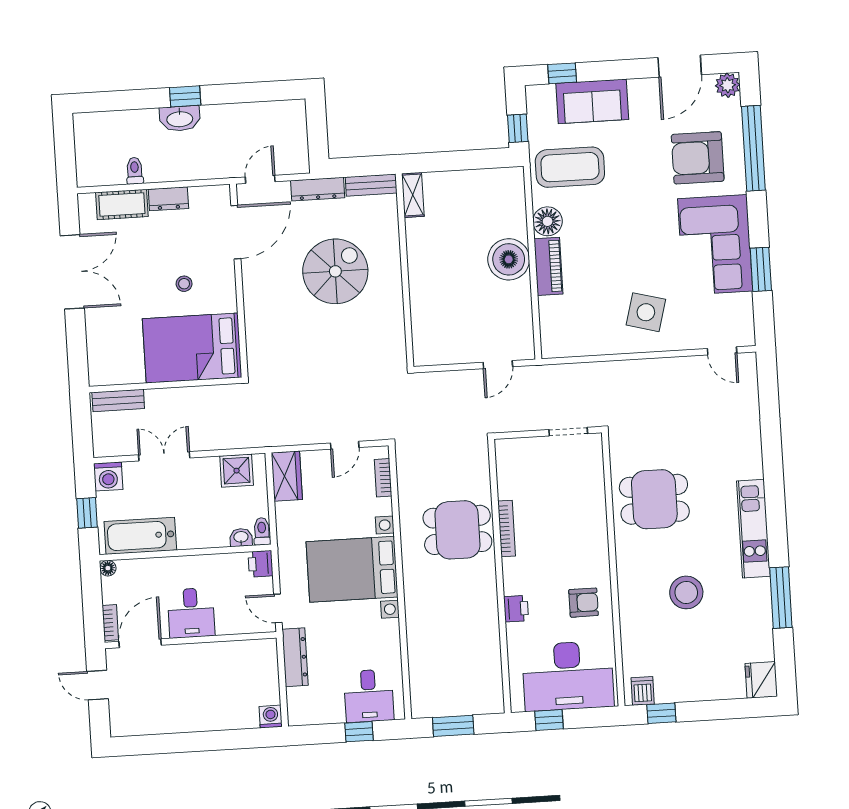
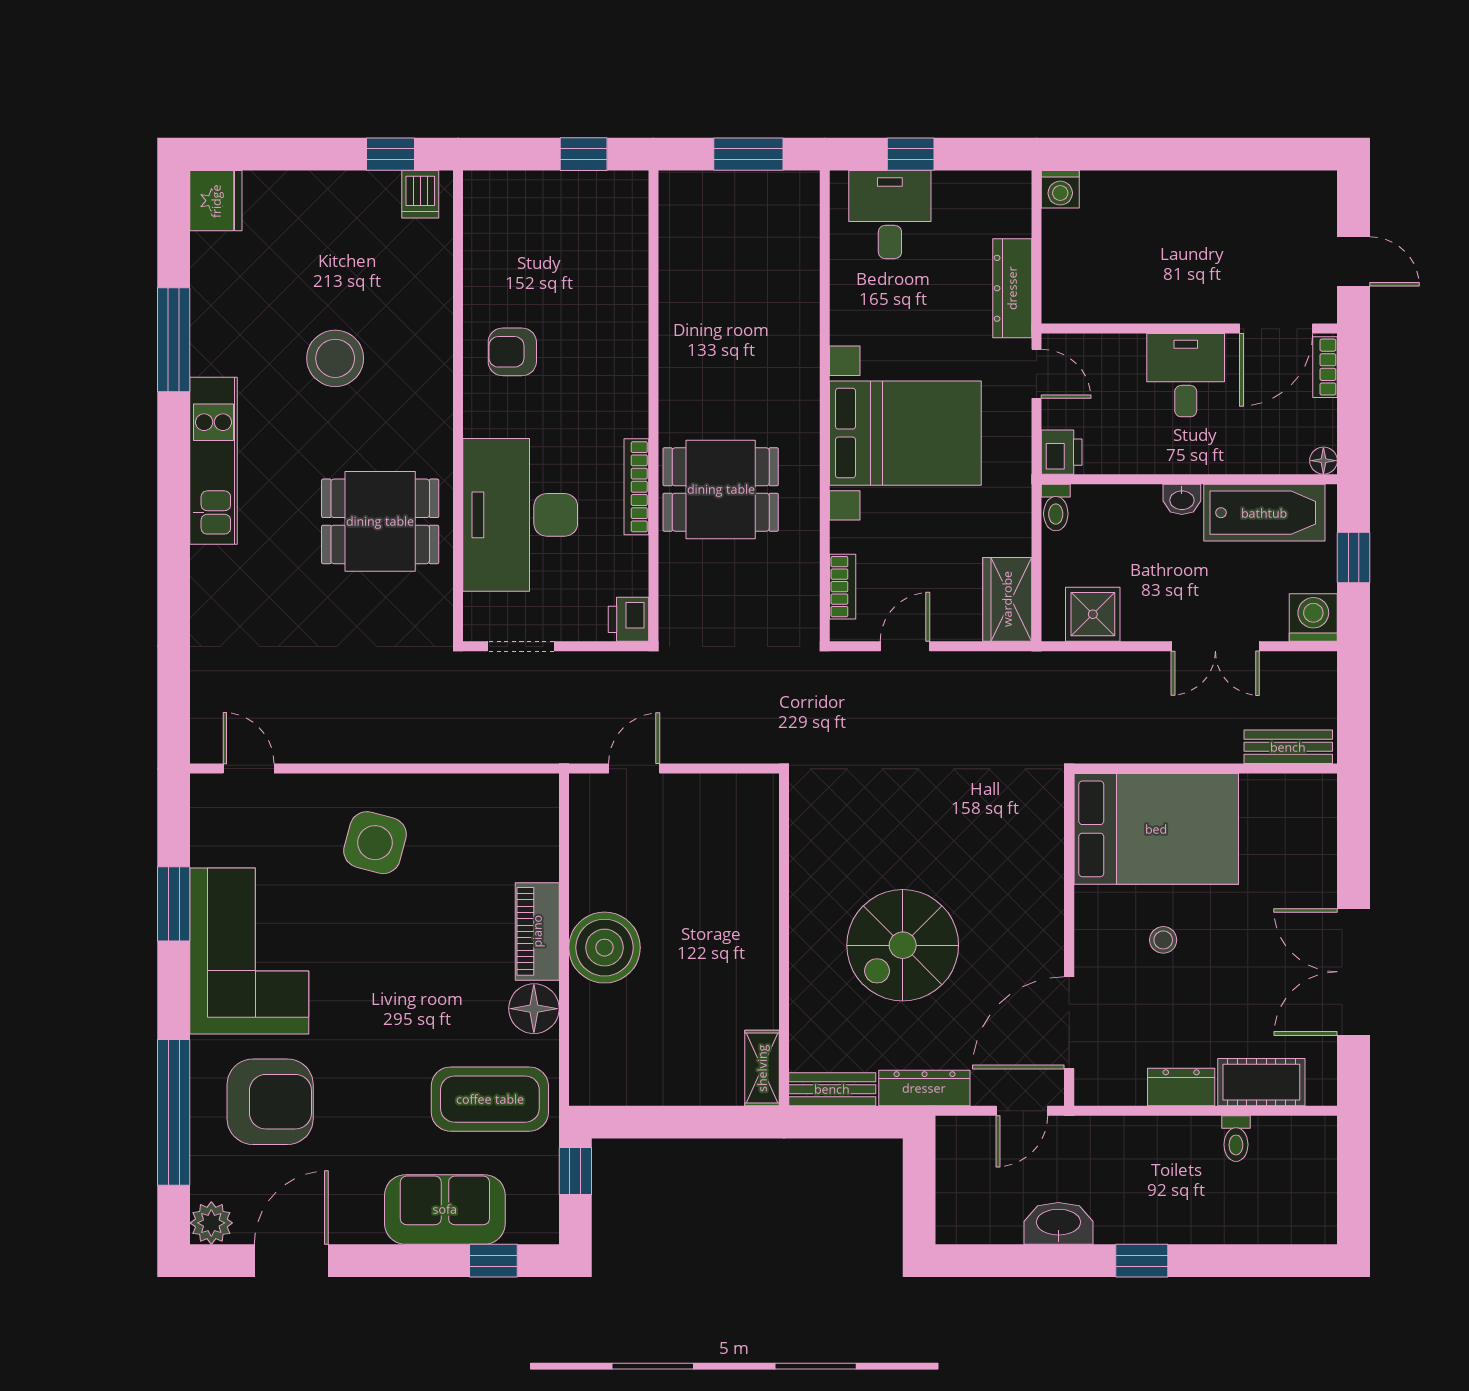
washbasin: (180, 118) -> (1058, 1223), moved
washbasin: (241, 537) -> (1182, 499), moved
printer: (516, 609) -> (629, 619), moved
desk: (568, 676) -> (520, 515), moved, turned -90

